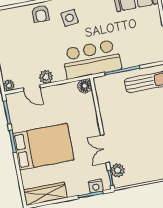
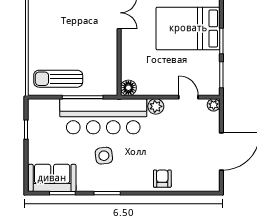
side table: (70, 18) -> (104, 156), moved
bar counter: (92, 59) -> (103, 116), width x1.36
plant: (46, 77) -> (156, 106), moved

